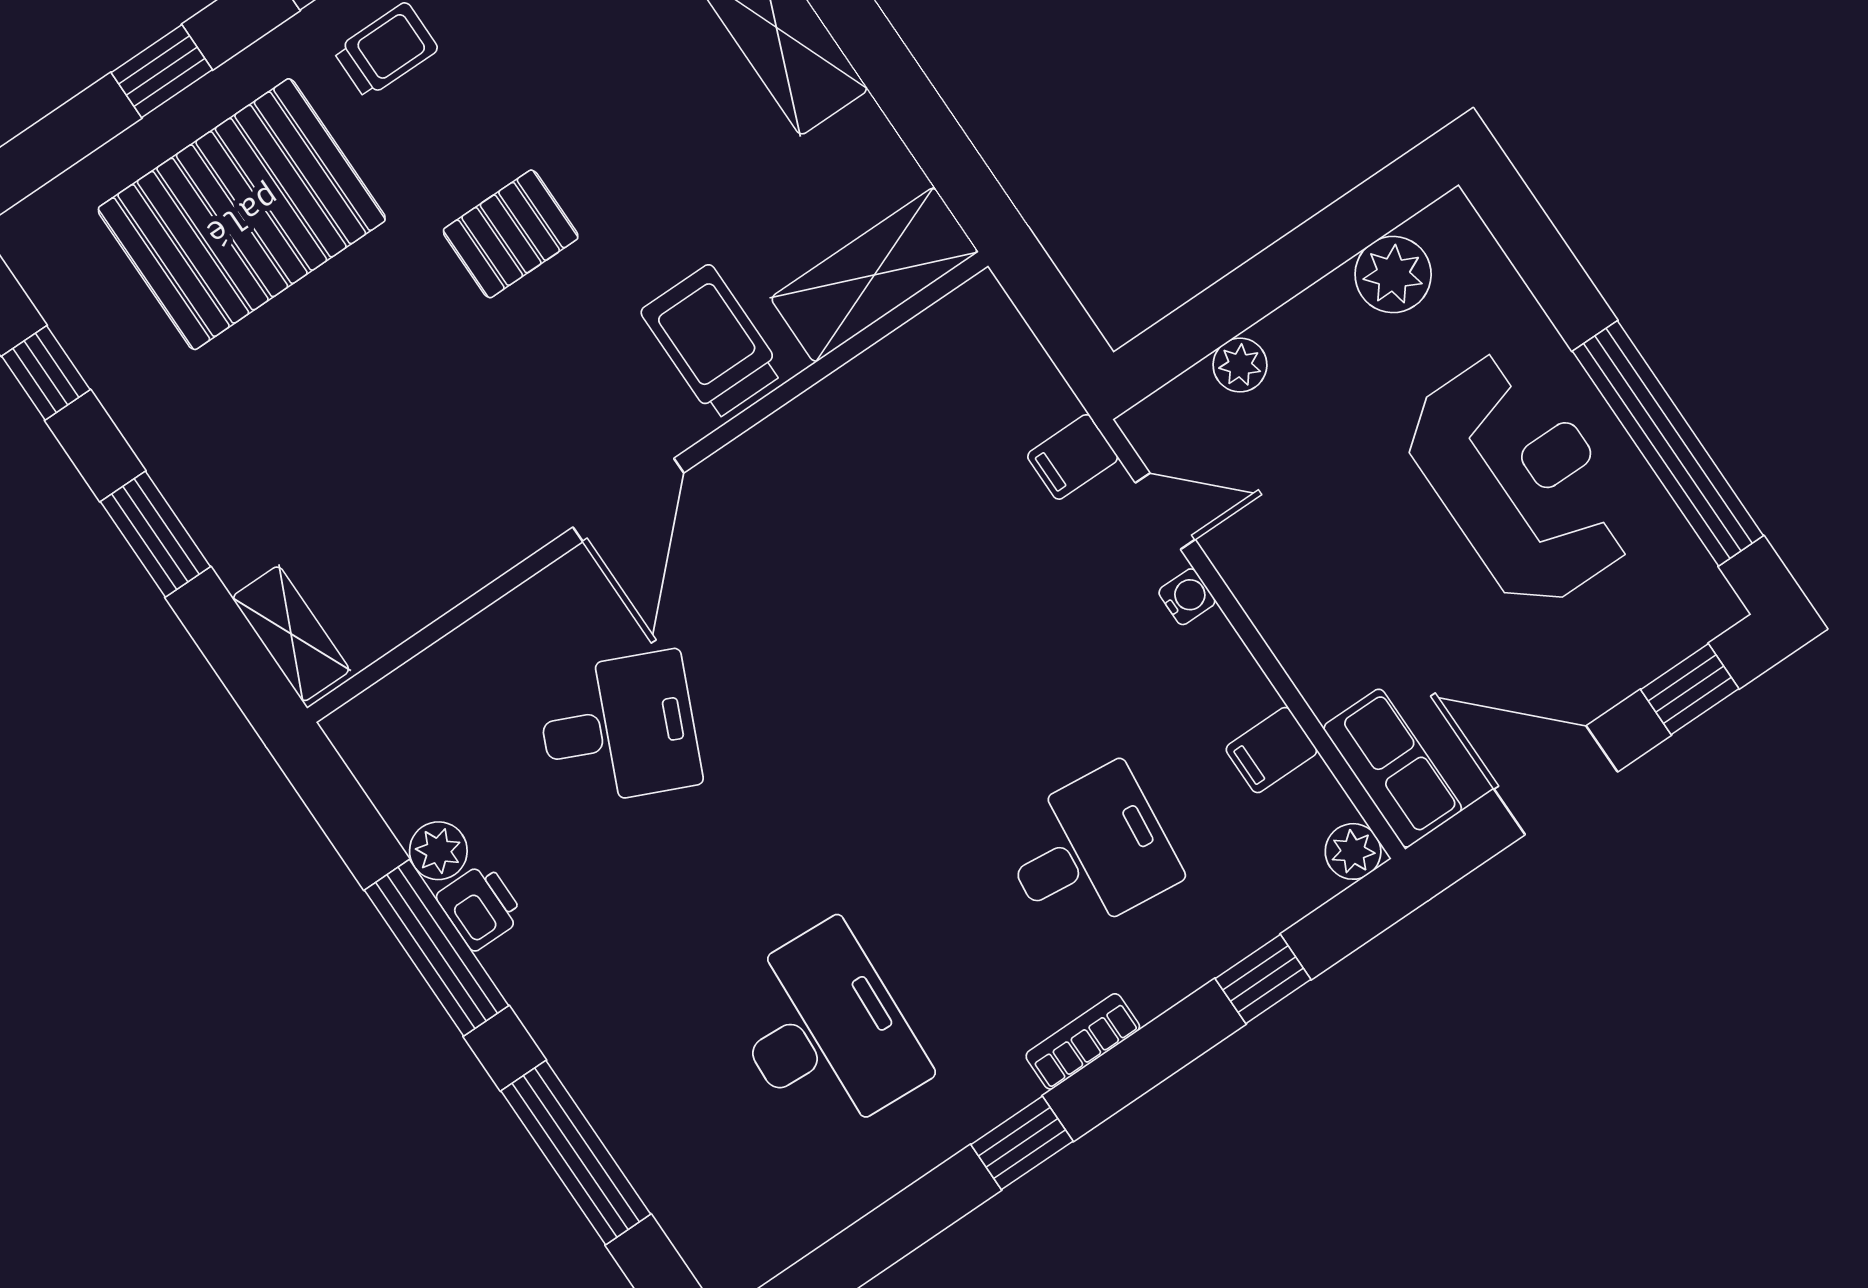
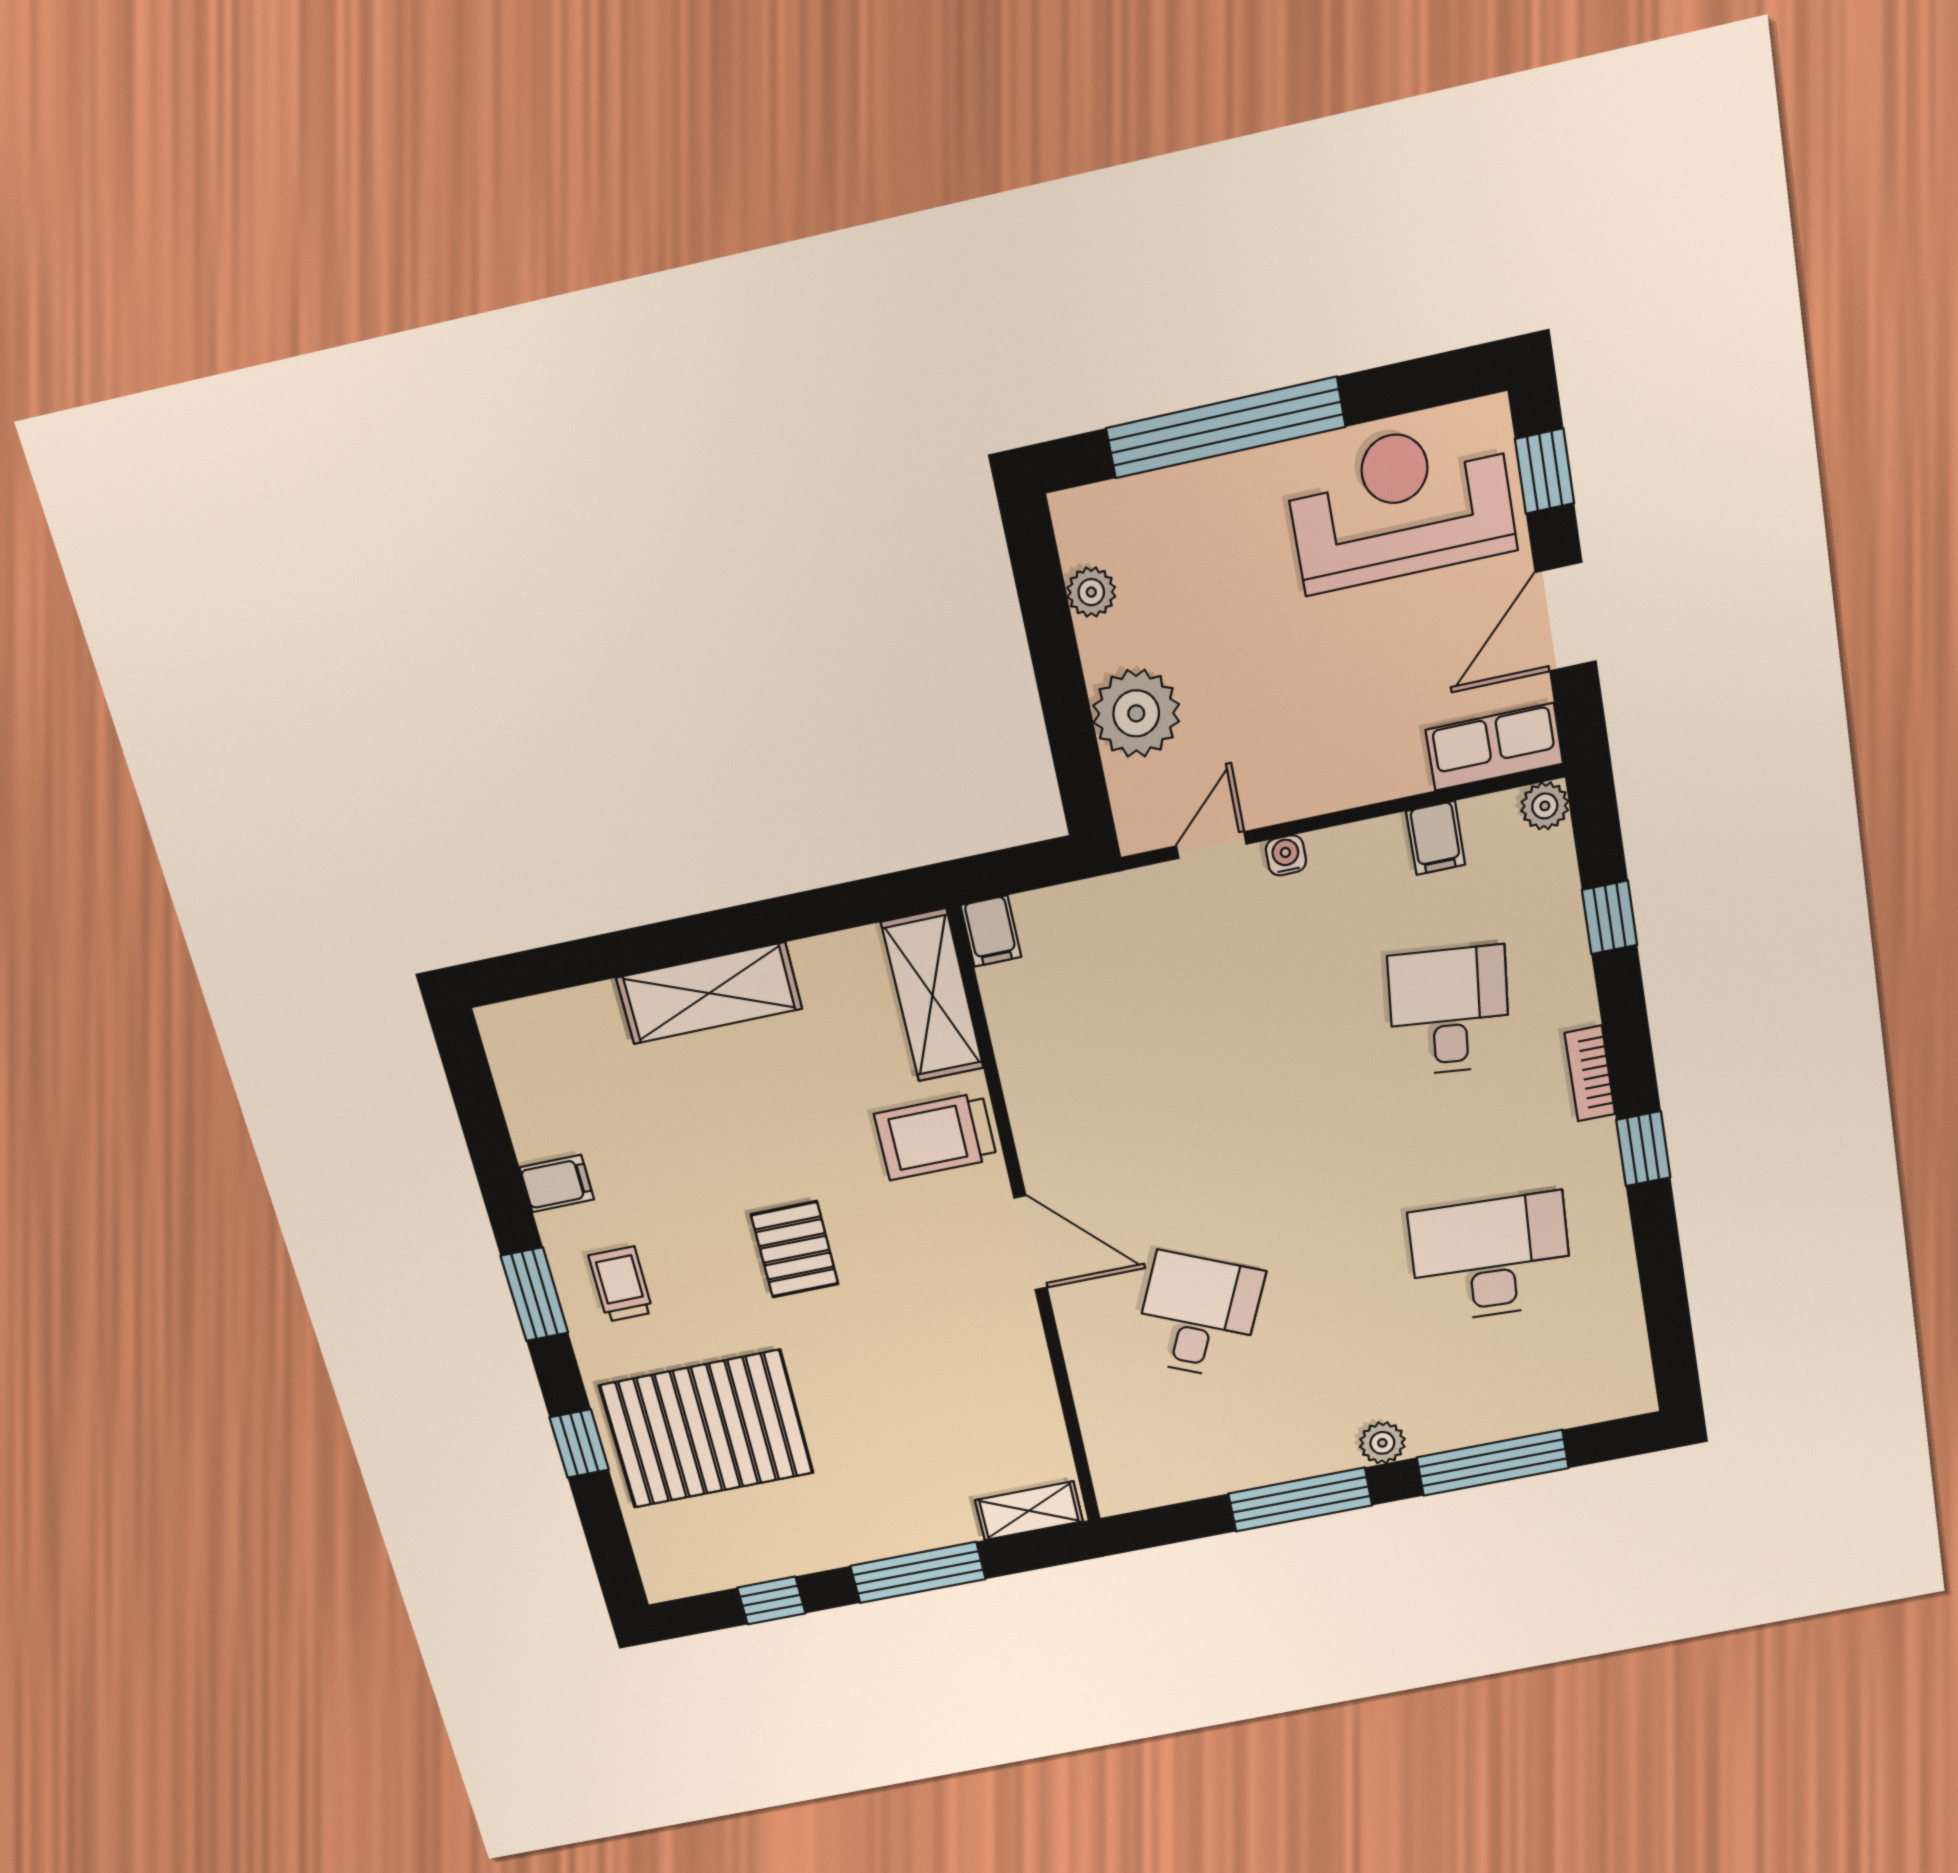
pallet: (242, 214) -> (707, 1429), turned 90
plant: (1393, 275) -> (1091, 592), width x0.73, depth x0.73
plant: (1240, 365) -> (1136, 713), width x1.88, depth x1.88
window: (1668, 443) -> (1226, 427), moved
filing cabinet: (1073, 457) -> (991, 931), moved
reception desk: (1520, 480) -> (1400, 505), moved
window: (155, 534) -> (918, 1572), width x1.44
plant: (438, 851) -> (1382, 1443), moved
printer: (480, 906) -> (1284, 1459), removed

